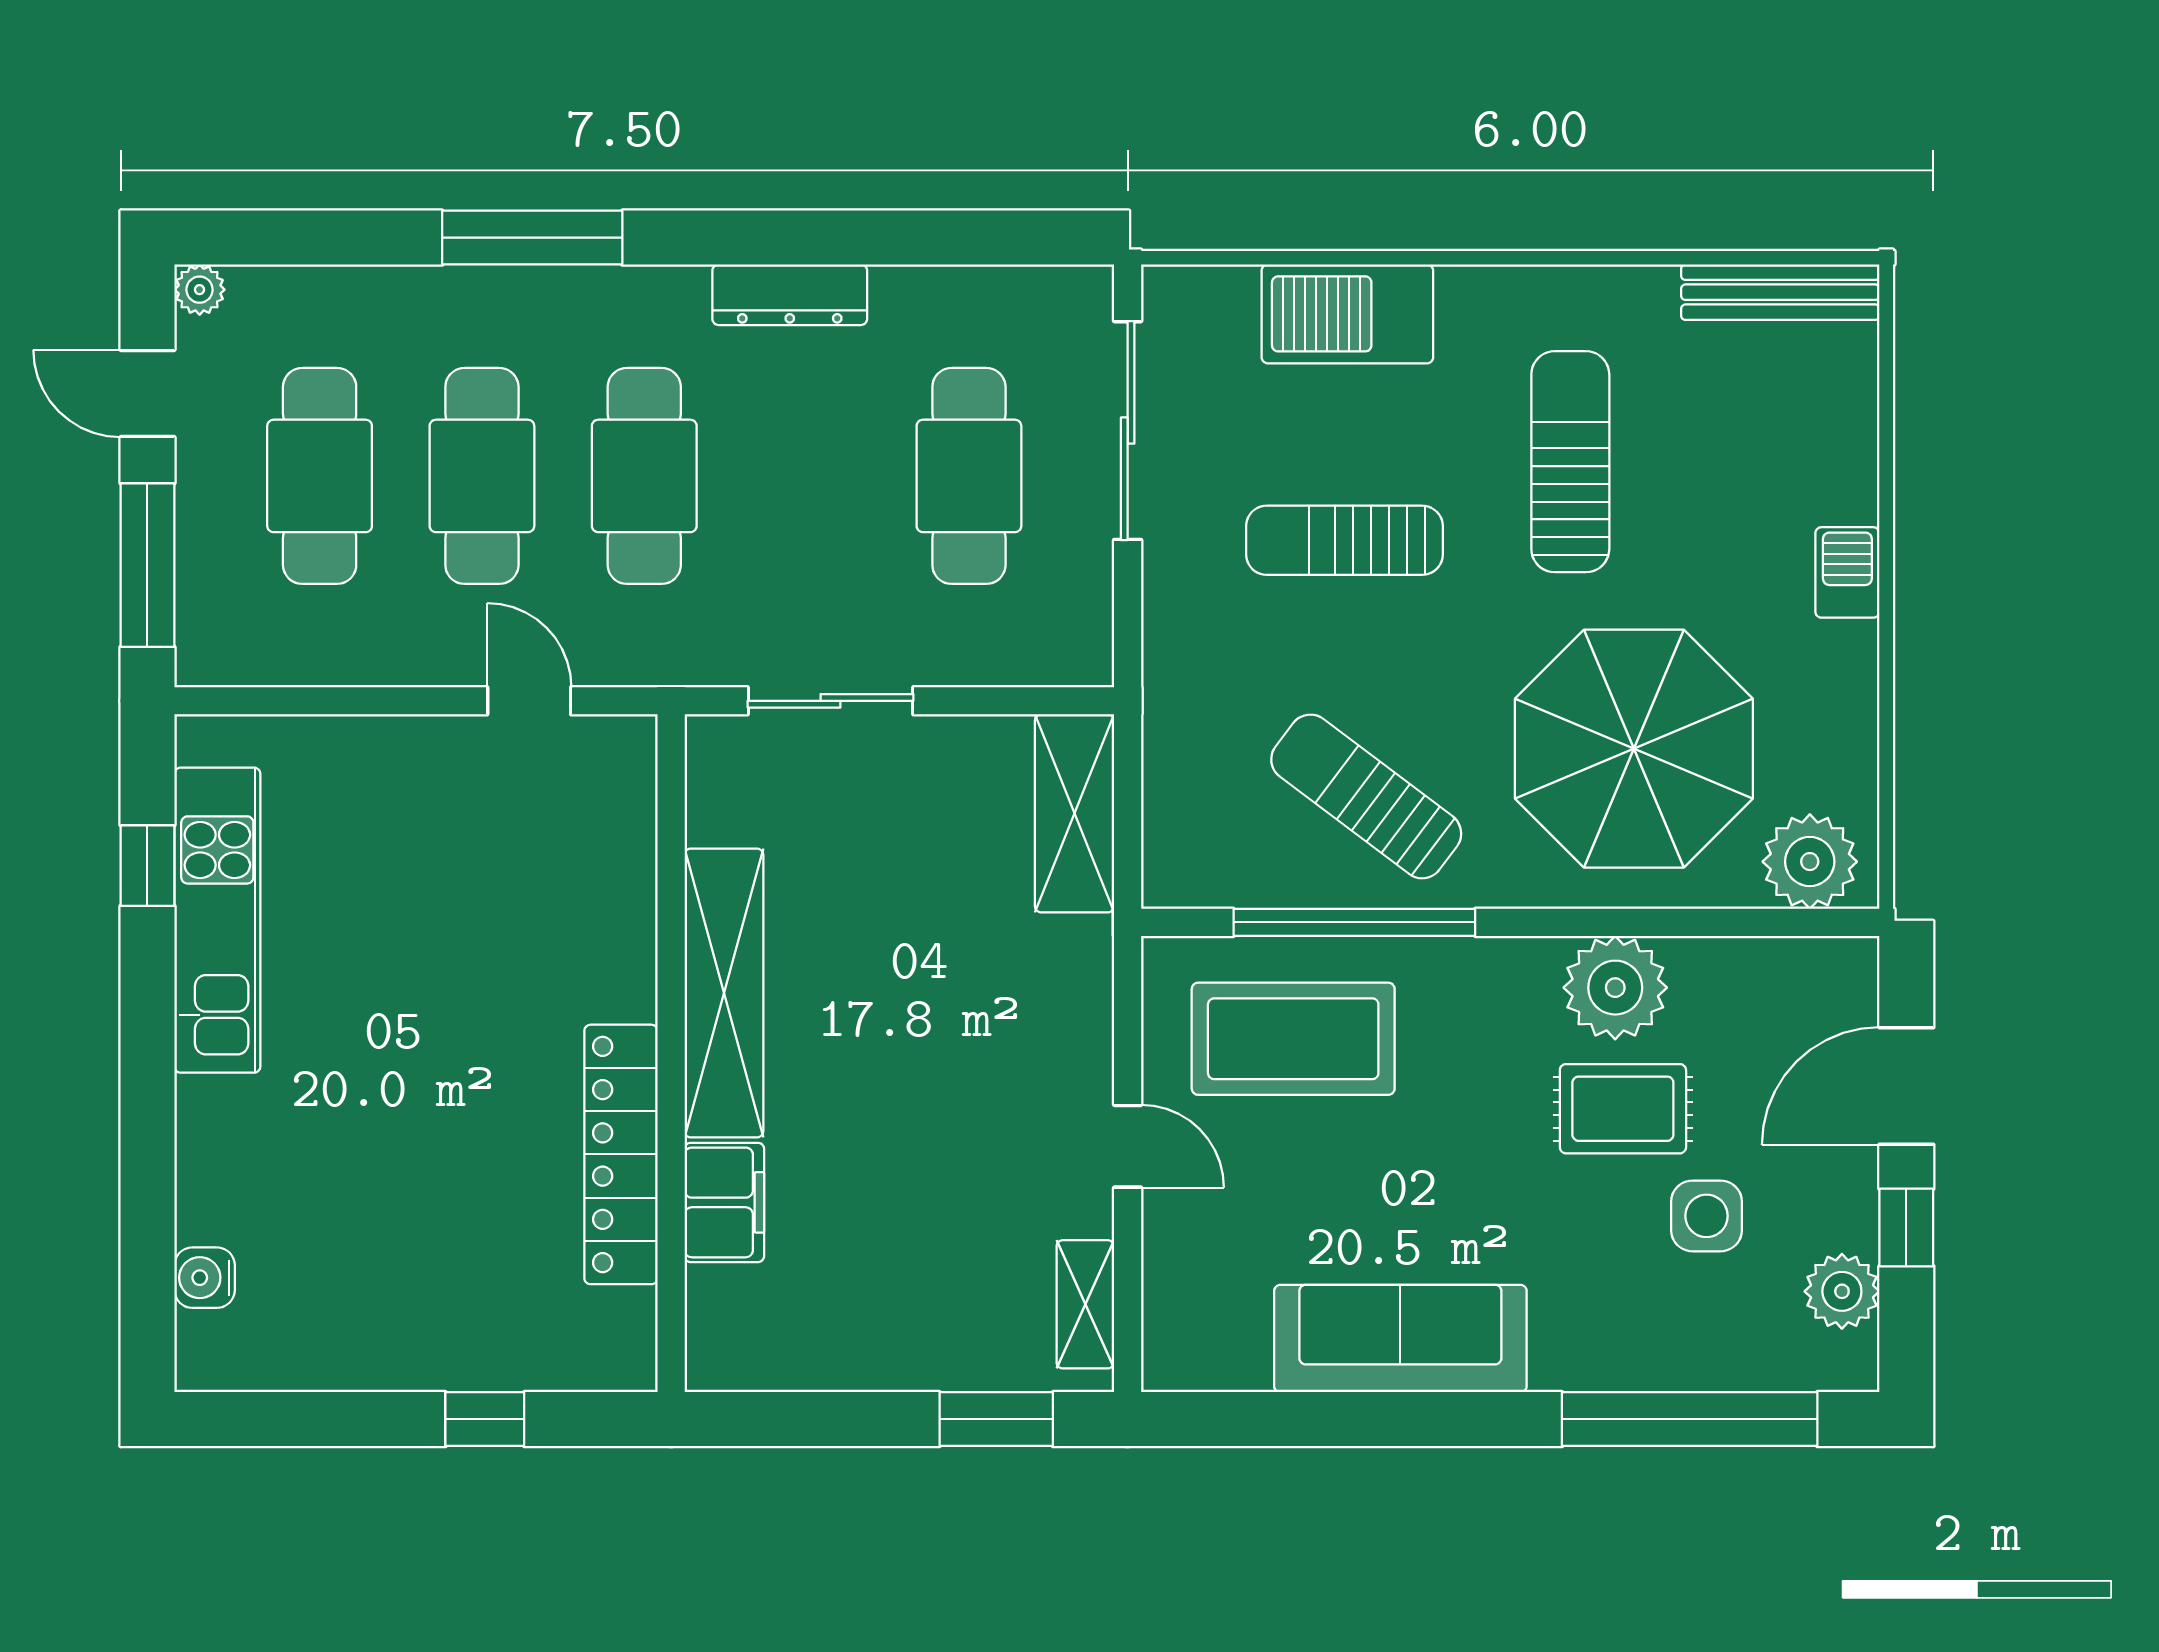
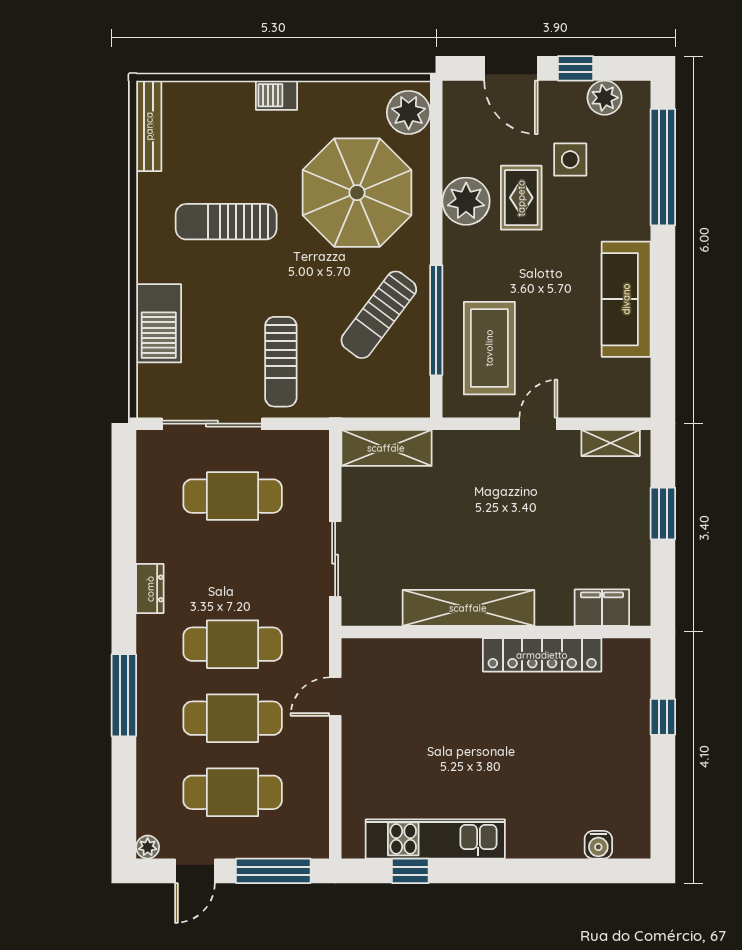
dresser: (790, 295) -> (150, 589), width x0.70
sun lounger: (1344, 540) -> (281, 362), moved
filing cabinet: (724, 1202) -> (602, 608), moved
window: (996, 1419) -> (663, 513), moved

